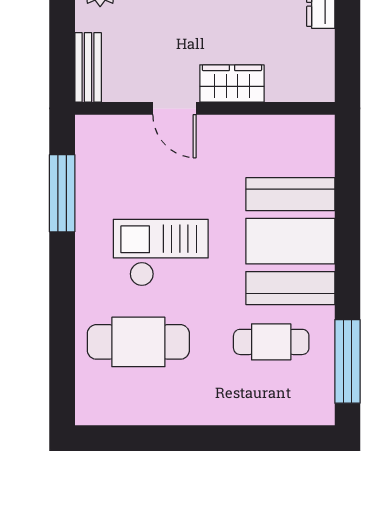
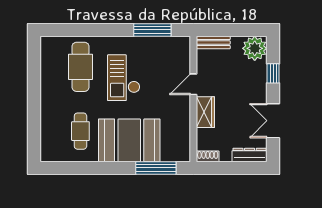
shoe rack: (323, 79) -> (208, 156), added
checkout: (161, 253) -> (124, 78), turned 180
window: (347, 361) -> (156, 168), moved

